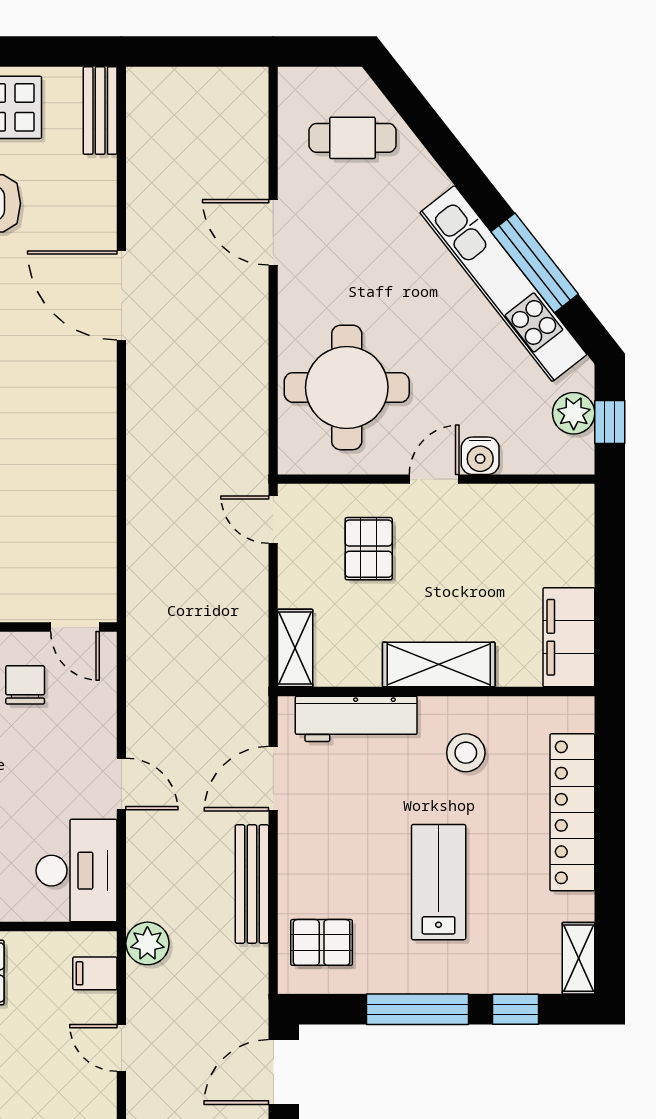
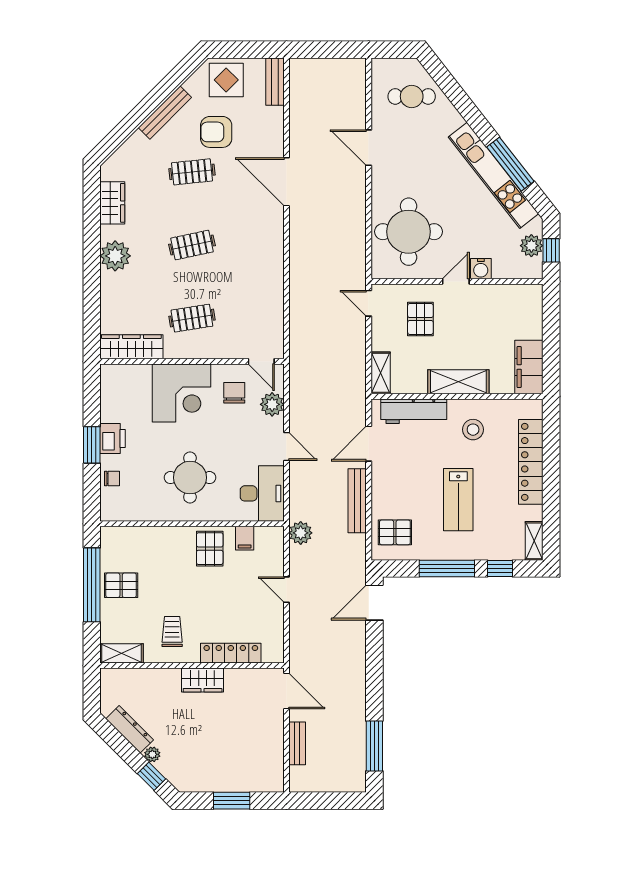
plant: (95, 706) -> (272, 404), added
lab bench: (439, 882) -> (458, 500), turned 180
filing cabinet: (95, 973) -> (245, 538), moved, turned -90

